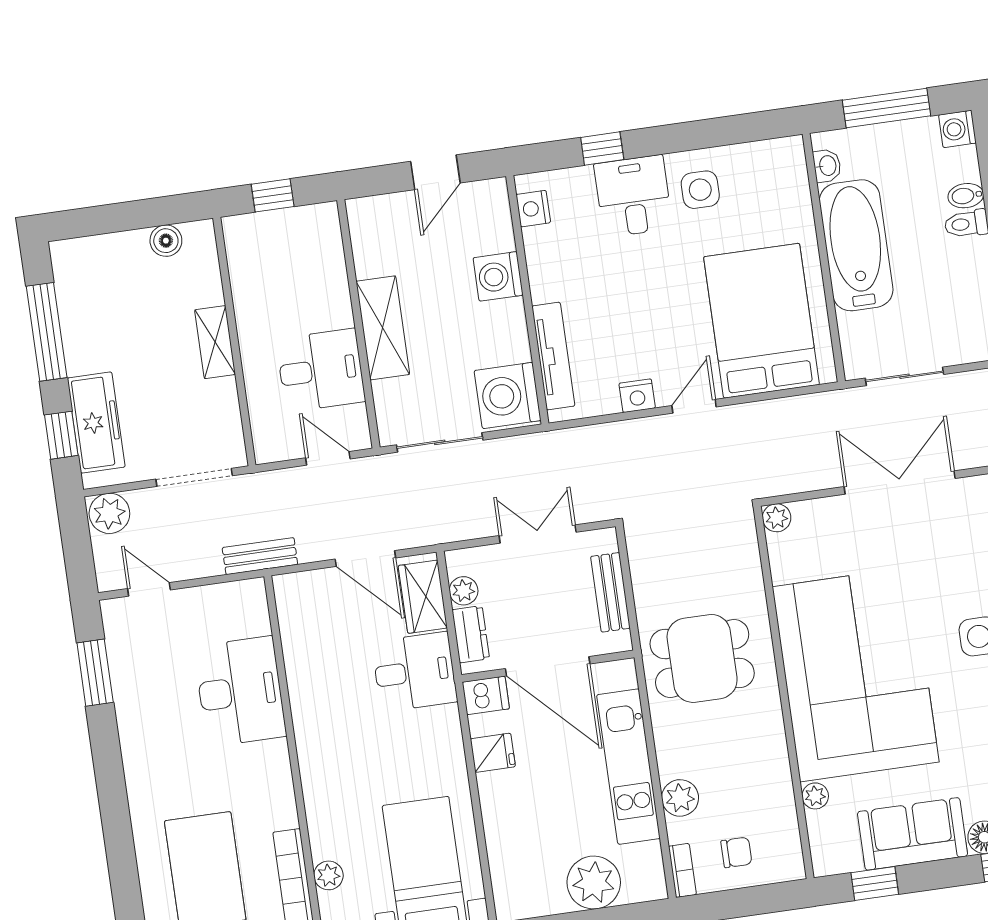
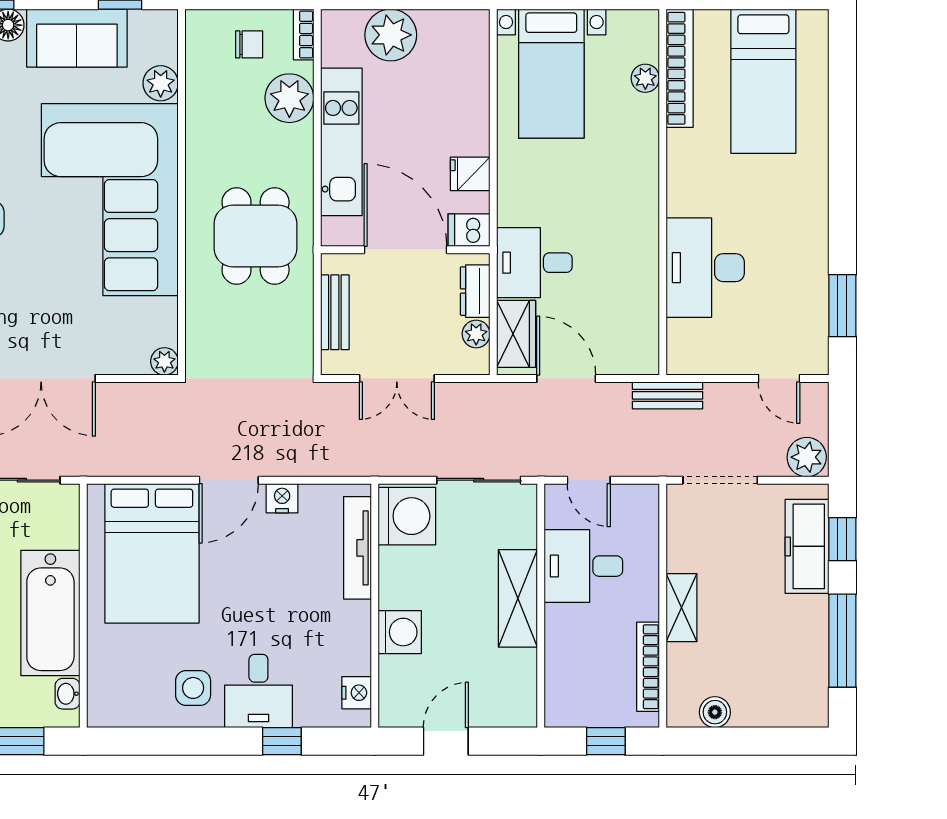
bookcase: (241, 277) -> (648, 667), added
door: (694, 406) -> (229, 480), width x1.38
dining table: (702, 658) -> (256, 236), turned 90
plant: (815, 796) -> (161, 83), width x1.38, depth x1.38
plant: (680, 798) -> (289, 98), width x1.36, depth x1.36
chair: (736, 852) -> (249, 44), turned 180

